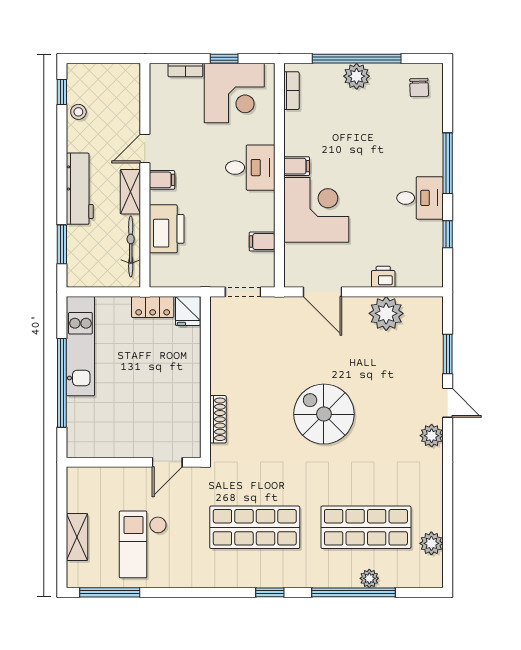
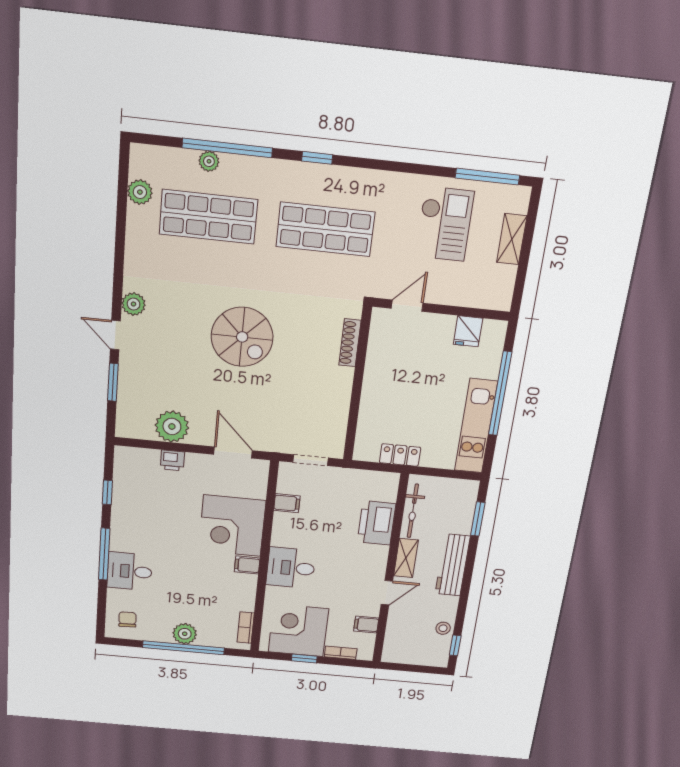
filing cabinet: (162, 180) -> (366, 625), moved
desk: (420, 198) -> (130, 571), moved
fridge: (188, 311) -> (468, 331), moved, turned 180

